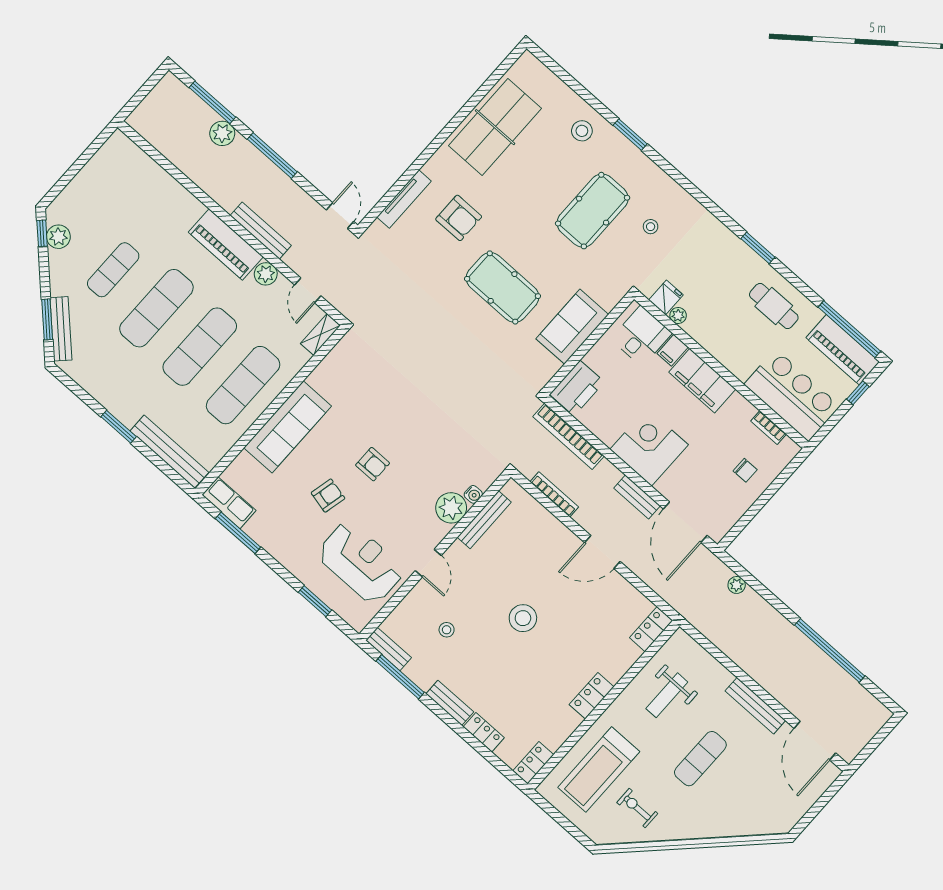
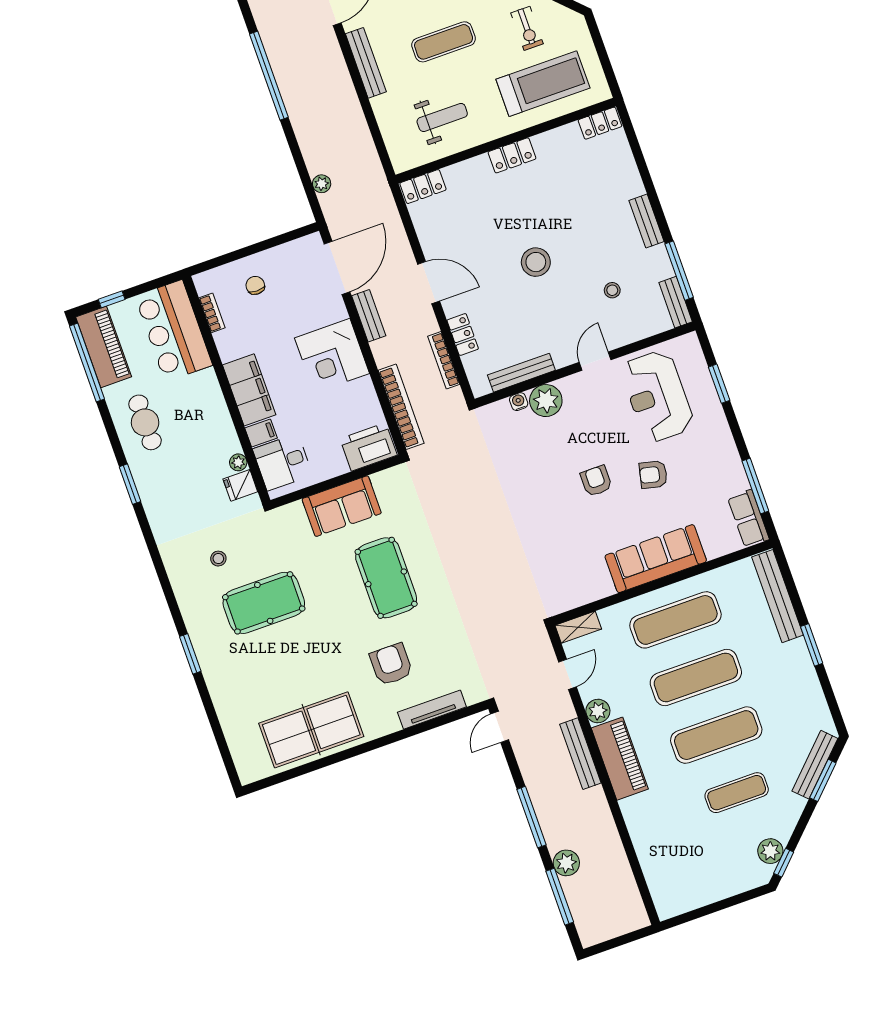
stool: (582, 131) -> (233, 682), removed
locker: (484, 732) -> (463, 335), moved, turned 180

